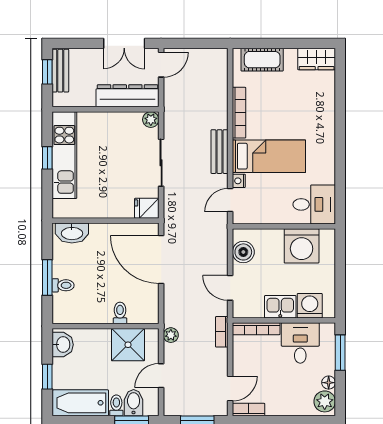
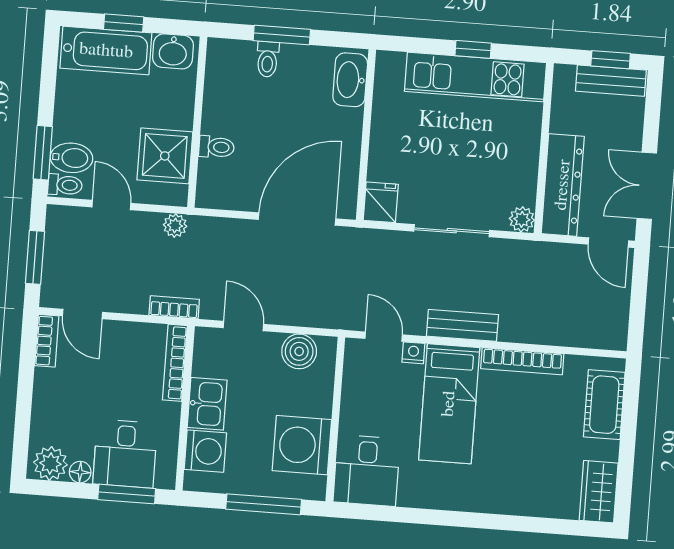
window: (340, 267) -> (264, 504), added
door: (230, 288) -> (243, 326), hinge flipped
desk: (300, 343) -> (125, 454), moved, turned 90
bathtub: (81, 403) -> (106, 51), moved, turned 90
toilet: (116, 405) -> (65, 185), moved

